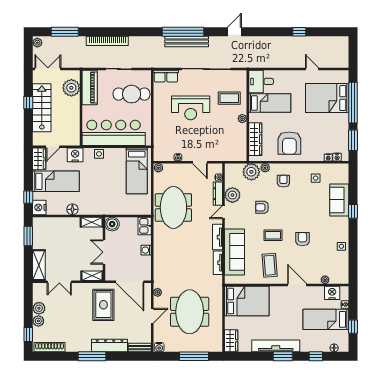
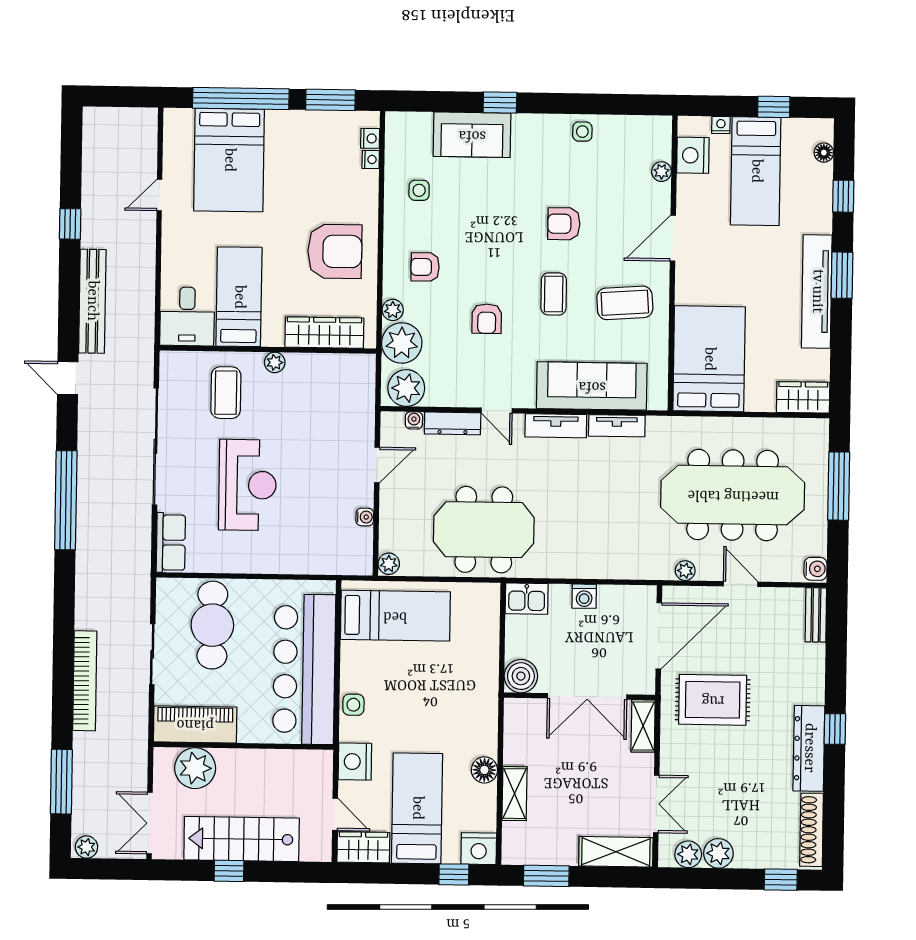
bench: (187, 41) -> (92, 301), moved
plant: (232, 195) -> (406, 388), moved
shelving: (92, 222) -> (514, 794), moved
double door: (104, 252) -> (587, 696), width x1.37
meeting table: (190, 312) -> (733, 495), width x1.36
plant: (38, 321) -> (688, 854), moved
dresser: (110, 346) -> (809, 748), moved
window: (92, 356) -> (835, 729), width x0.46

